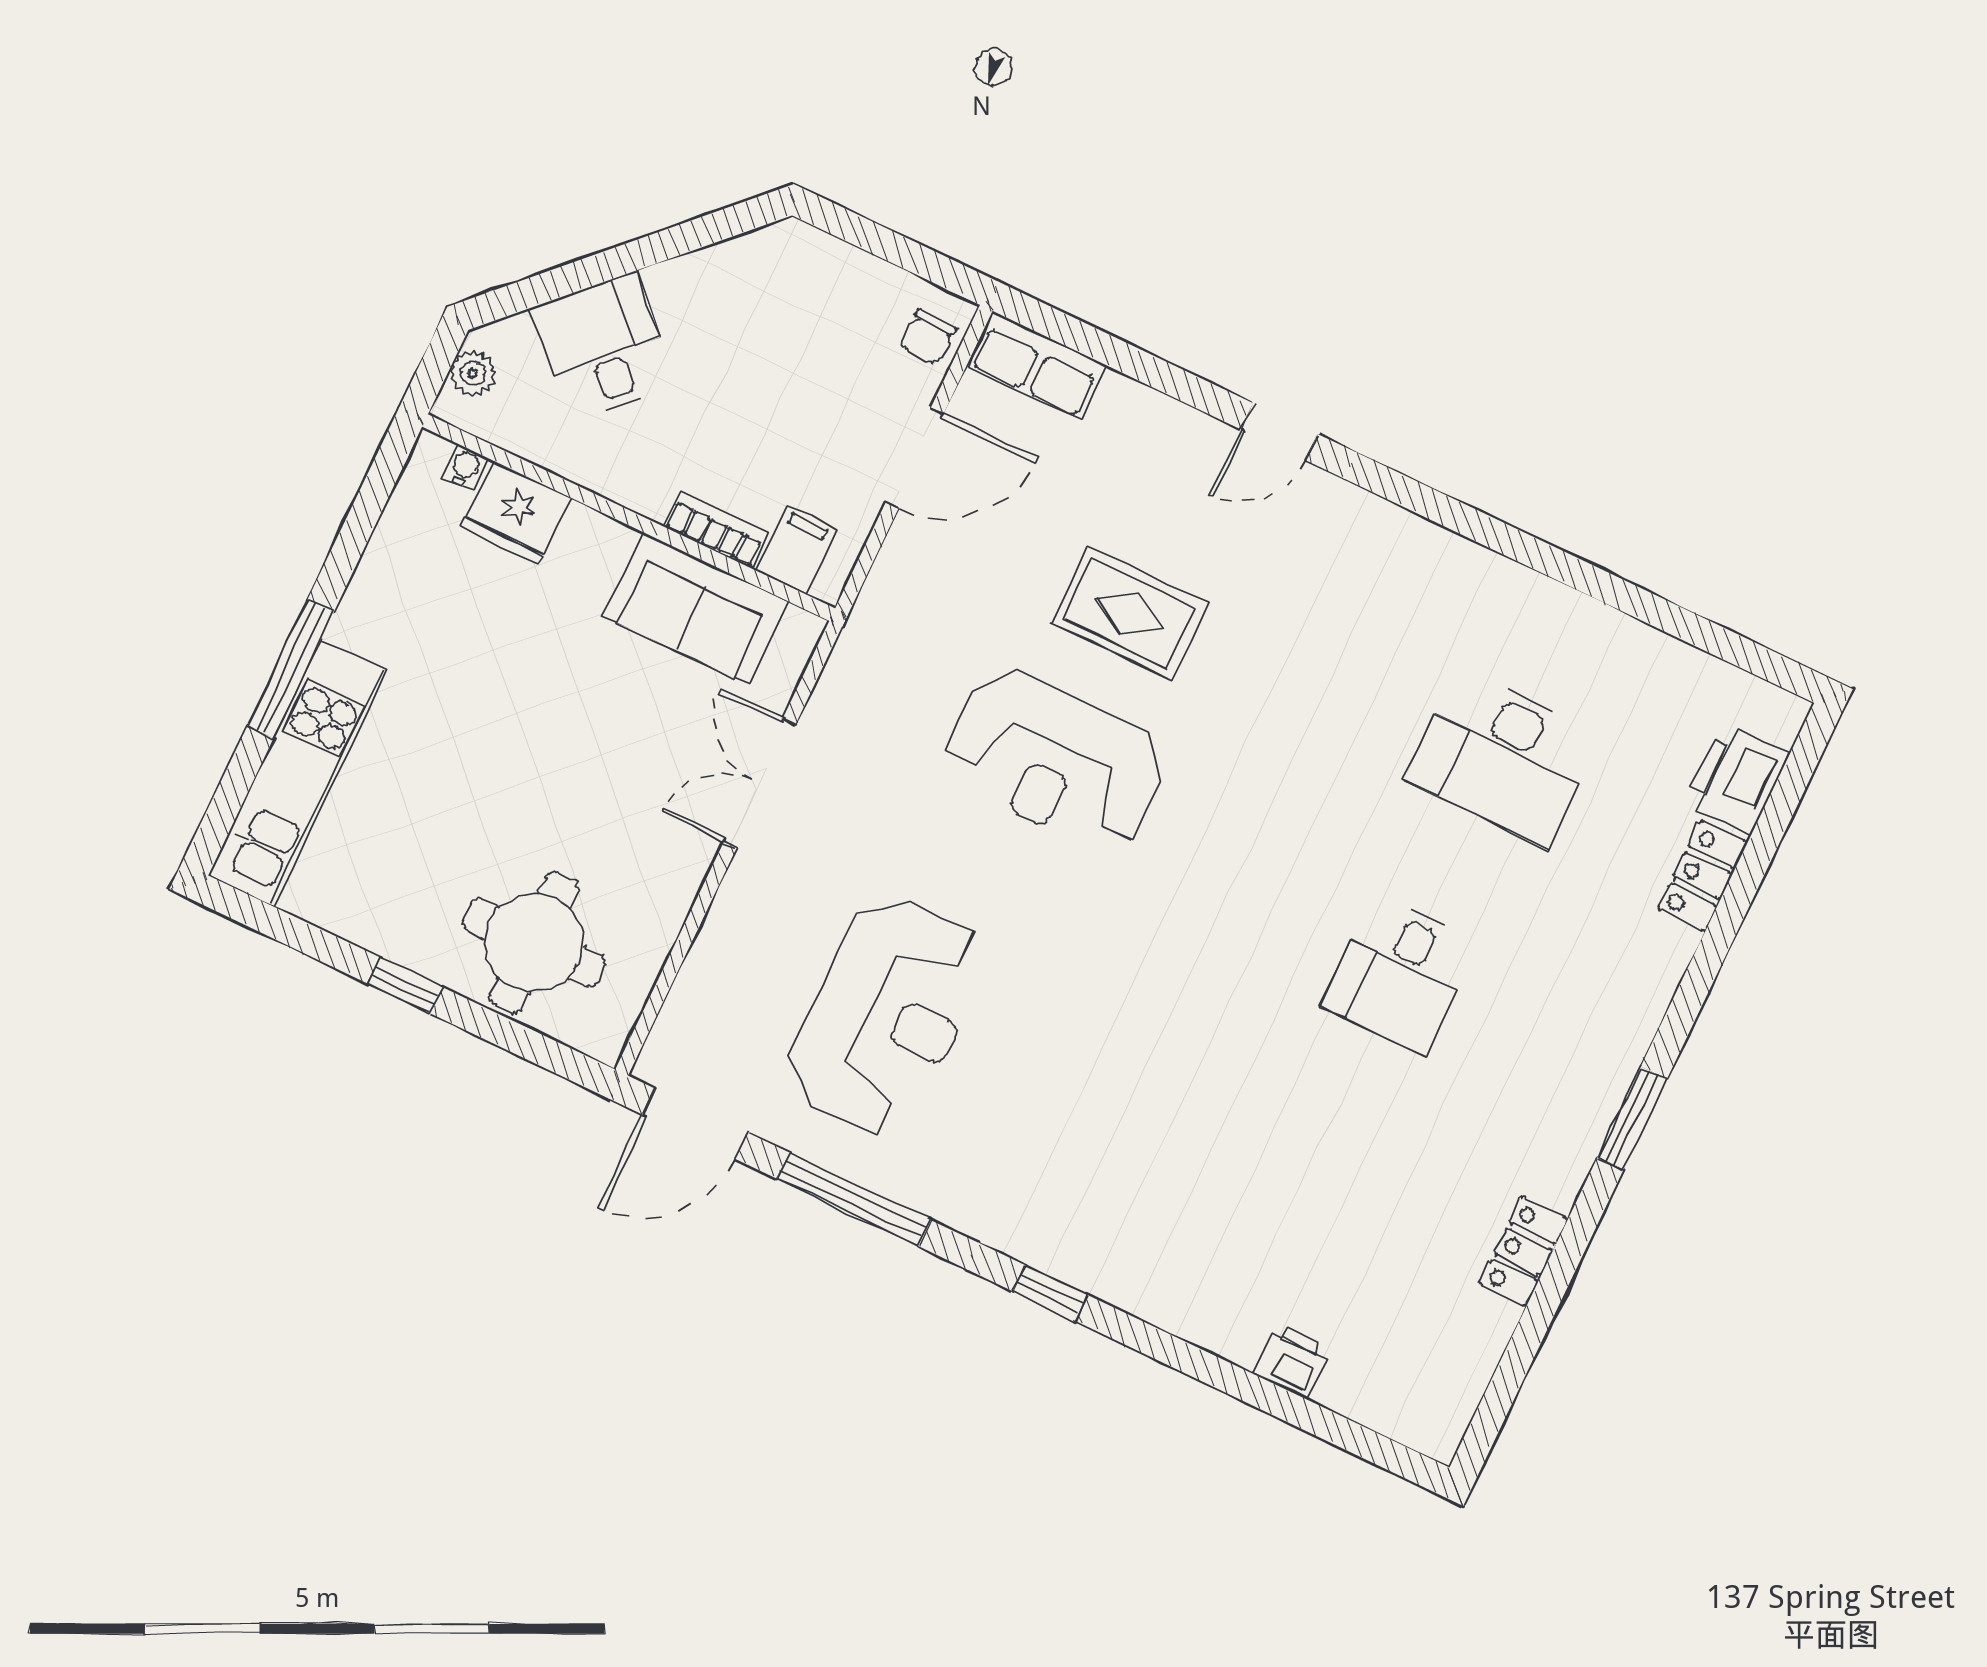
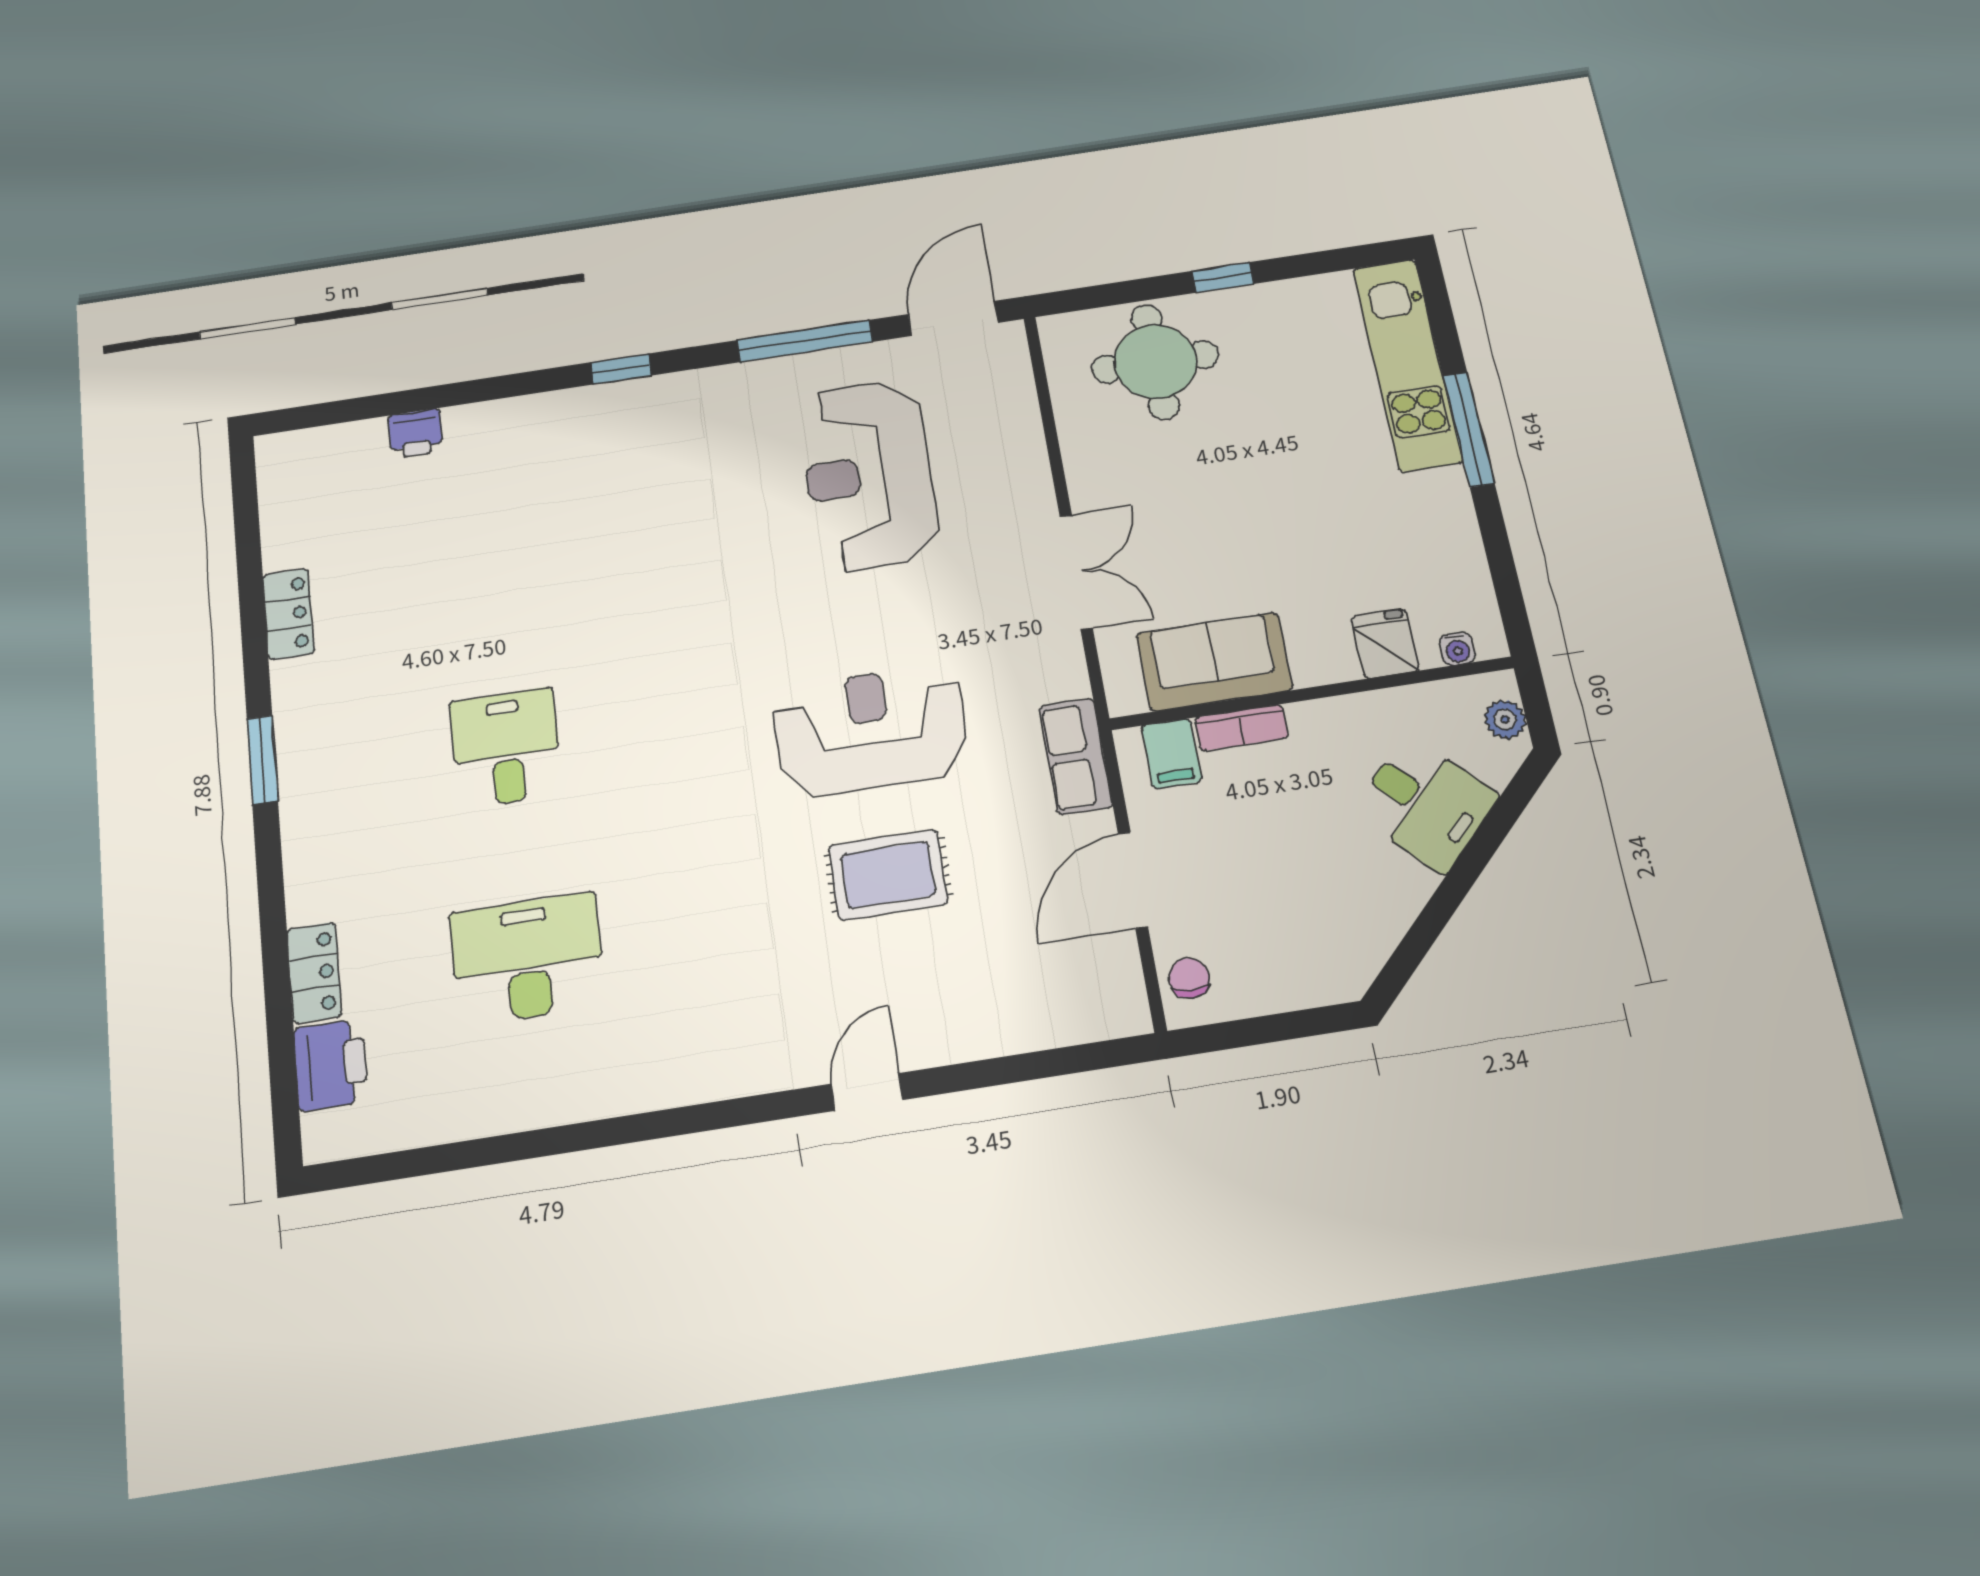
row of seats: (1037, 366) -> (1076, 756), moved, turned -90
fridge: (516, 512) -> (1385, 644), width x0.72

